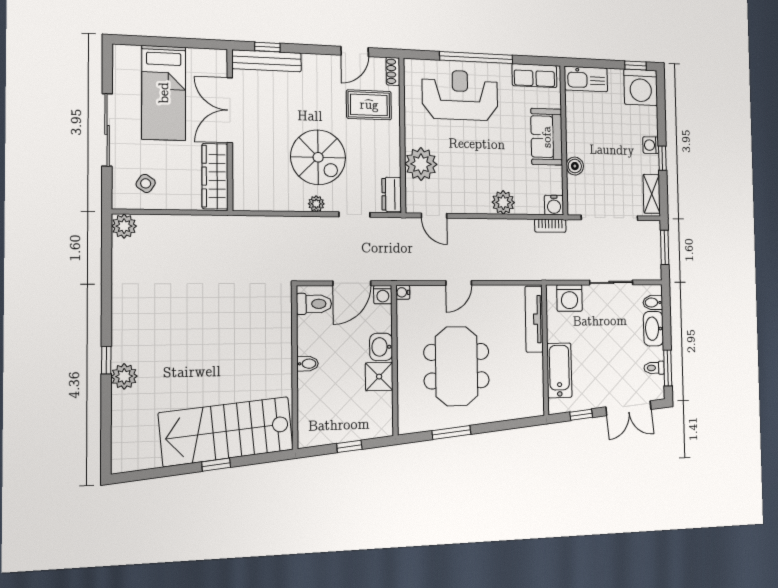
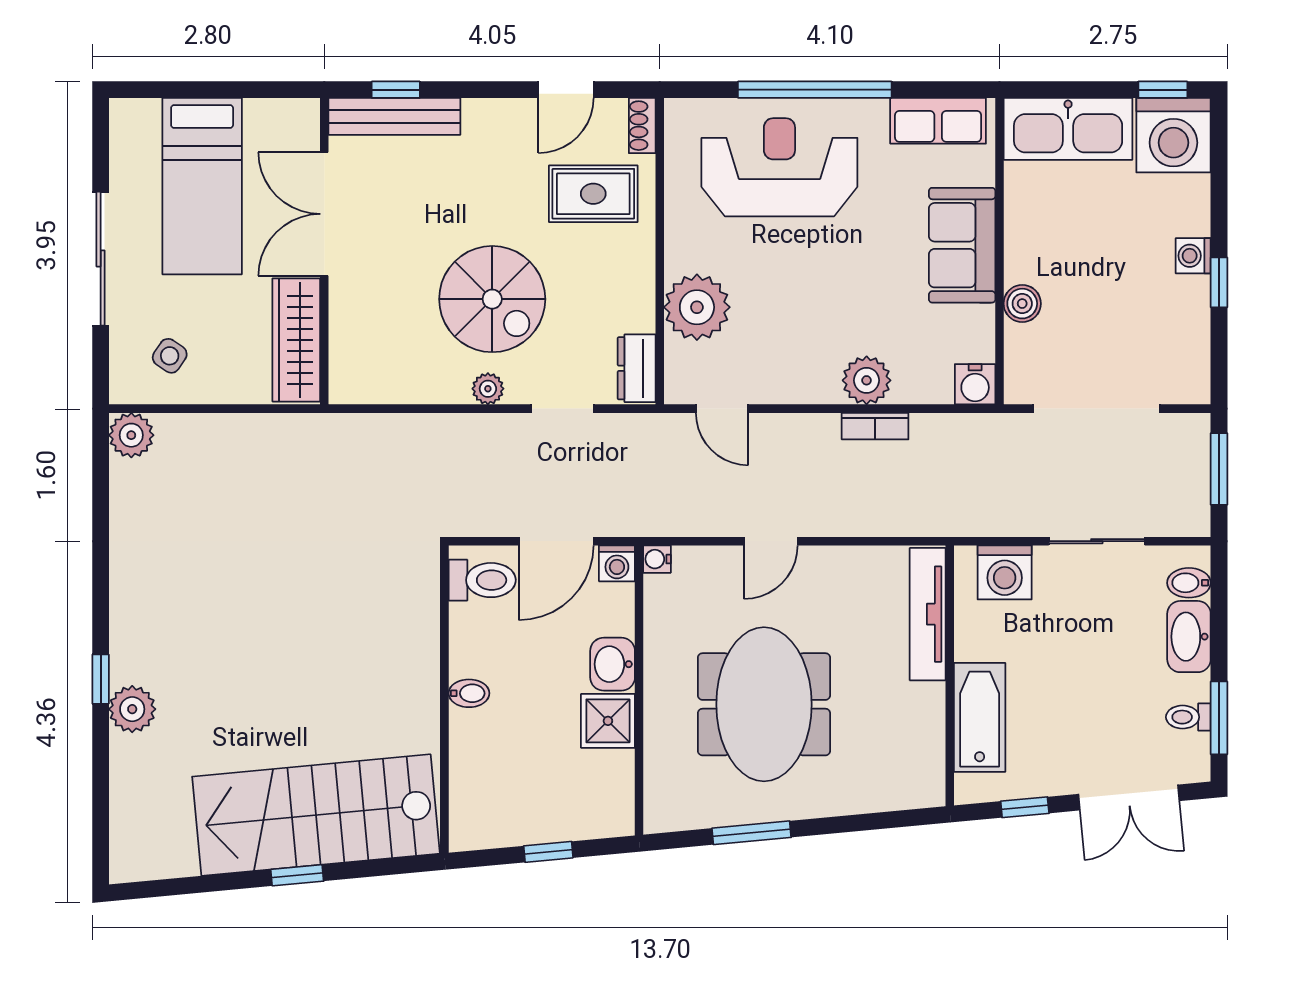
kitchen sink: (586, 79) -> (1068, 129), width x1.36, depth x1.24
shelving: (652, 194) -> (1192, 358), removed
bookcase: (550, 226) -> (875, 426), moved

